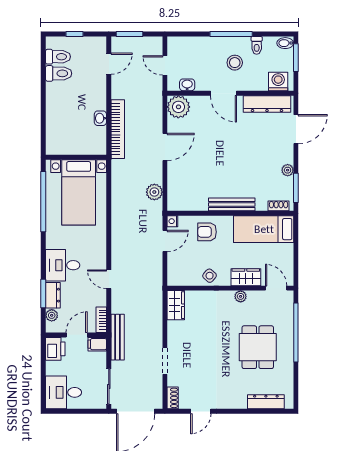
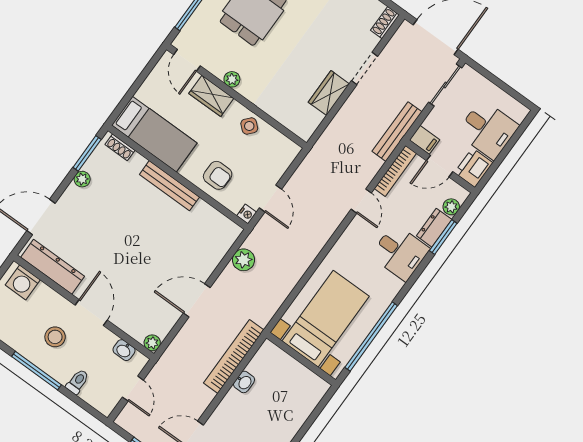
toilet: (257, 45) -> (78, 382), moved
plant: (178, 107) -> (152, 343), width x0.53, depth x0.53
door: (165, 241) -> (270, 199), swing flipped
wardrobe: (176, 305) -> (329, 93), moved
bookcase: (101, 320) -> (395, 171), width x1.56
desk: (64, 392) -> (488, 129), moved

